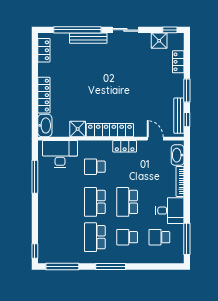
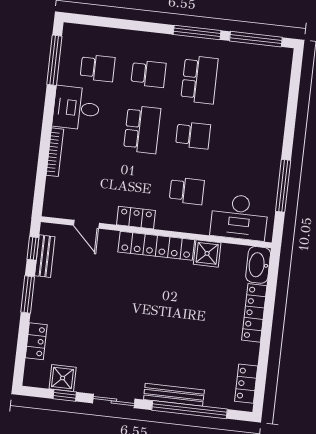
window: (170, 30) -> (65, 395), moved
bench: (179, 116) -> (45, 256), width x0.73
washbasin: (178, 155) -> (54, 194), removed
school desk: (95, 202) -> (193, 135), width x0.54
window: (35, 251) -> (296, 69), removed
window: (111, 267) -> (197, 32), moved

